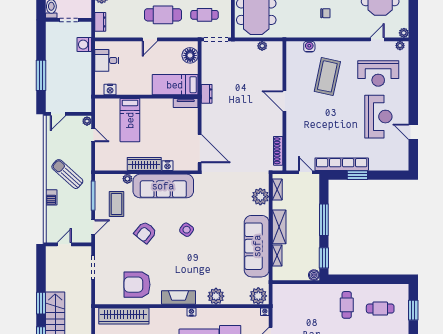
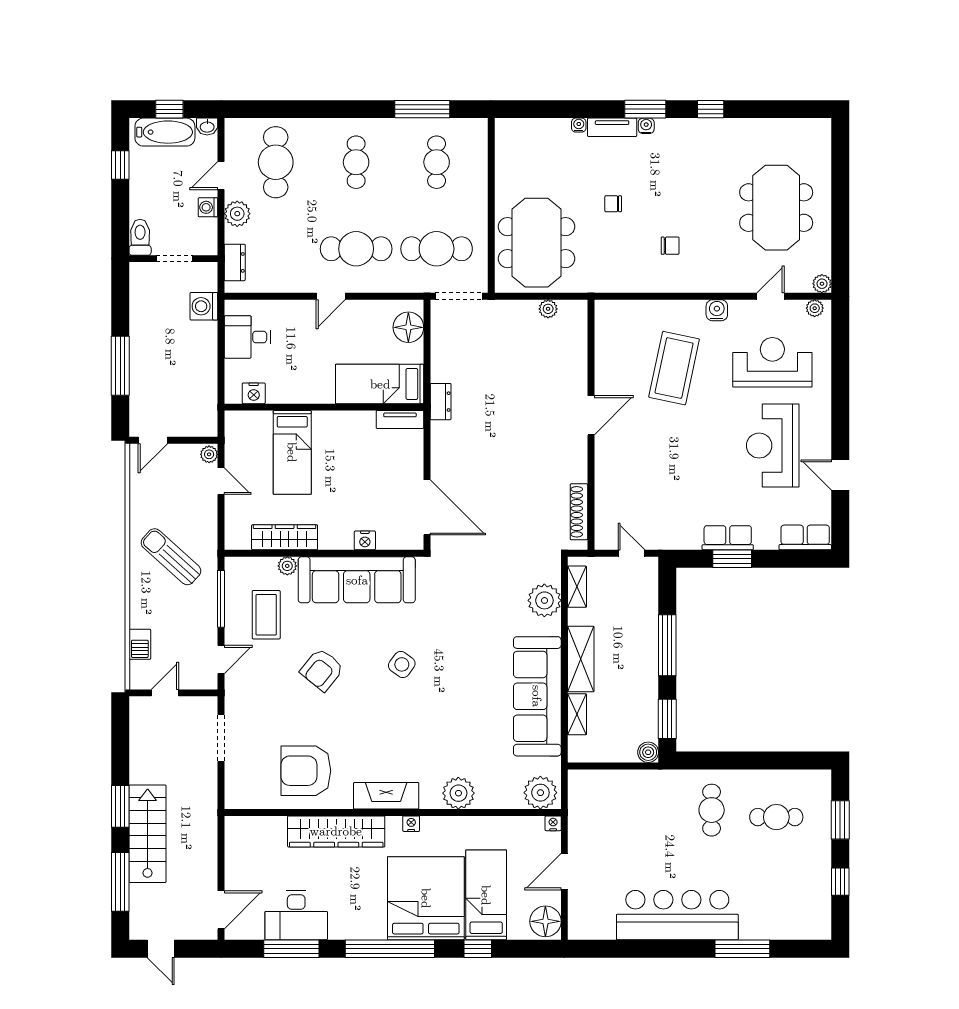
cafe table: (205, 15) -> (437, 249), width x1.37, depth x1.35
water cooler: (309, 47) -> (717, 310), moved
reception desk: (378, 73) -> (772, 362), turned 180
door: (284, 101) -> (591, 415), swing flipped
reception desk: (378, 117) -> (773, 446), turned 180
wardrobe: (144, 164) -> (285, 537), moved
row of seats: (342, 164) -> (728, 538), width x0.50
row of seats: (395, 164) -> (805, 537), added
barbecue: (51, 197) -> (140, 644), moved
wardrobe: (124, 316) -> (336, 831), moved

